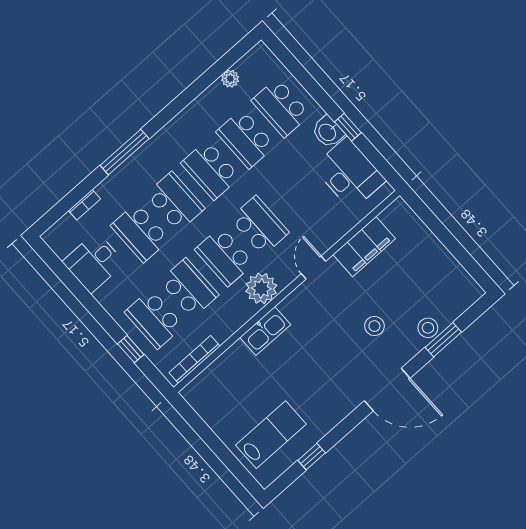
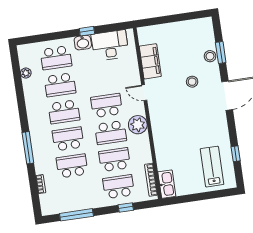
school desk: (140, 233) -> (72, 166), turned 180
desk: (94, 262) -> (72, 198), removed
window: (74, 285) -> (76, 215), added
school desk: (154, 319) -> (119, 187), turned 180
kitchen sink: (265, 331) -> (167, 184), moved

